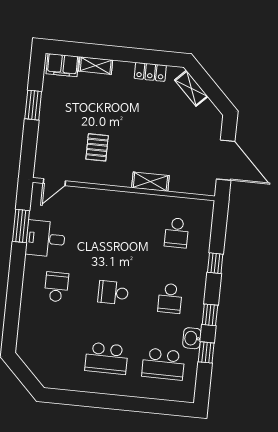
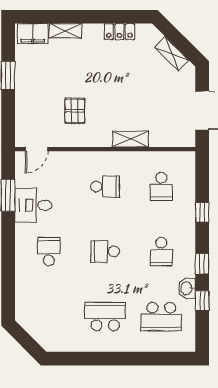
shelving: (191, 88) -> (172, 54), moved
school desk: (120, 227) -> (105, 186), added
school desk: (107, 358) -> (105, 317), turned 180

